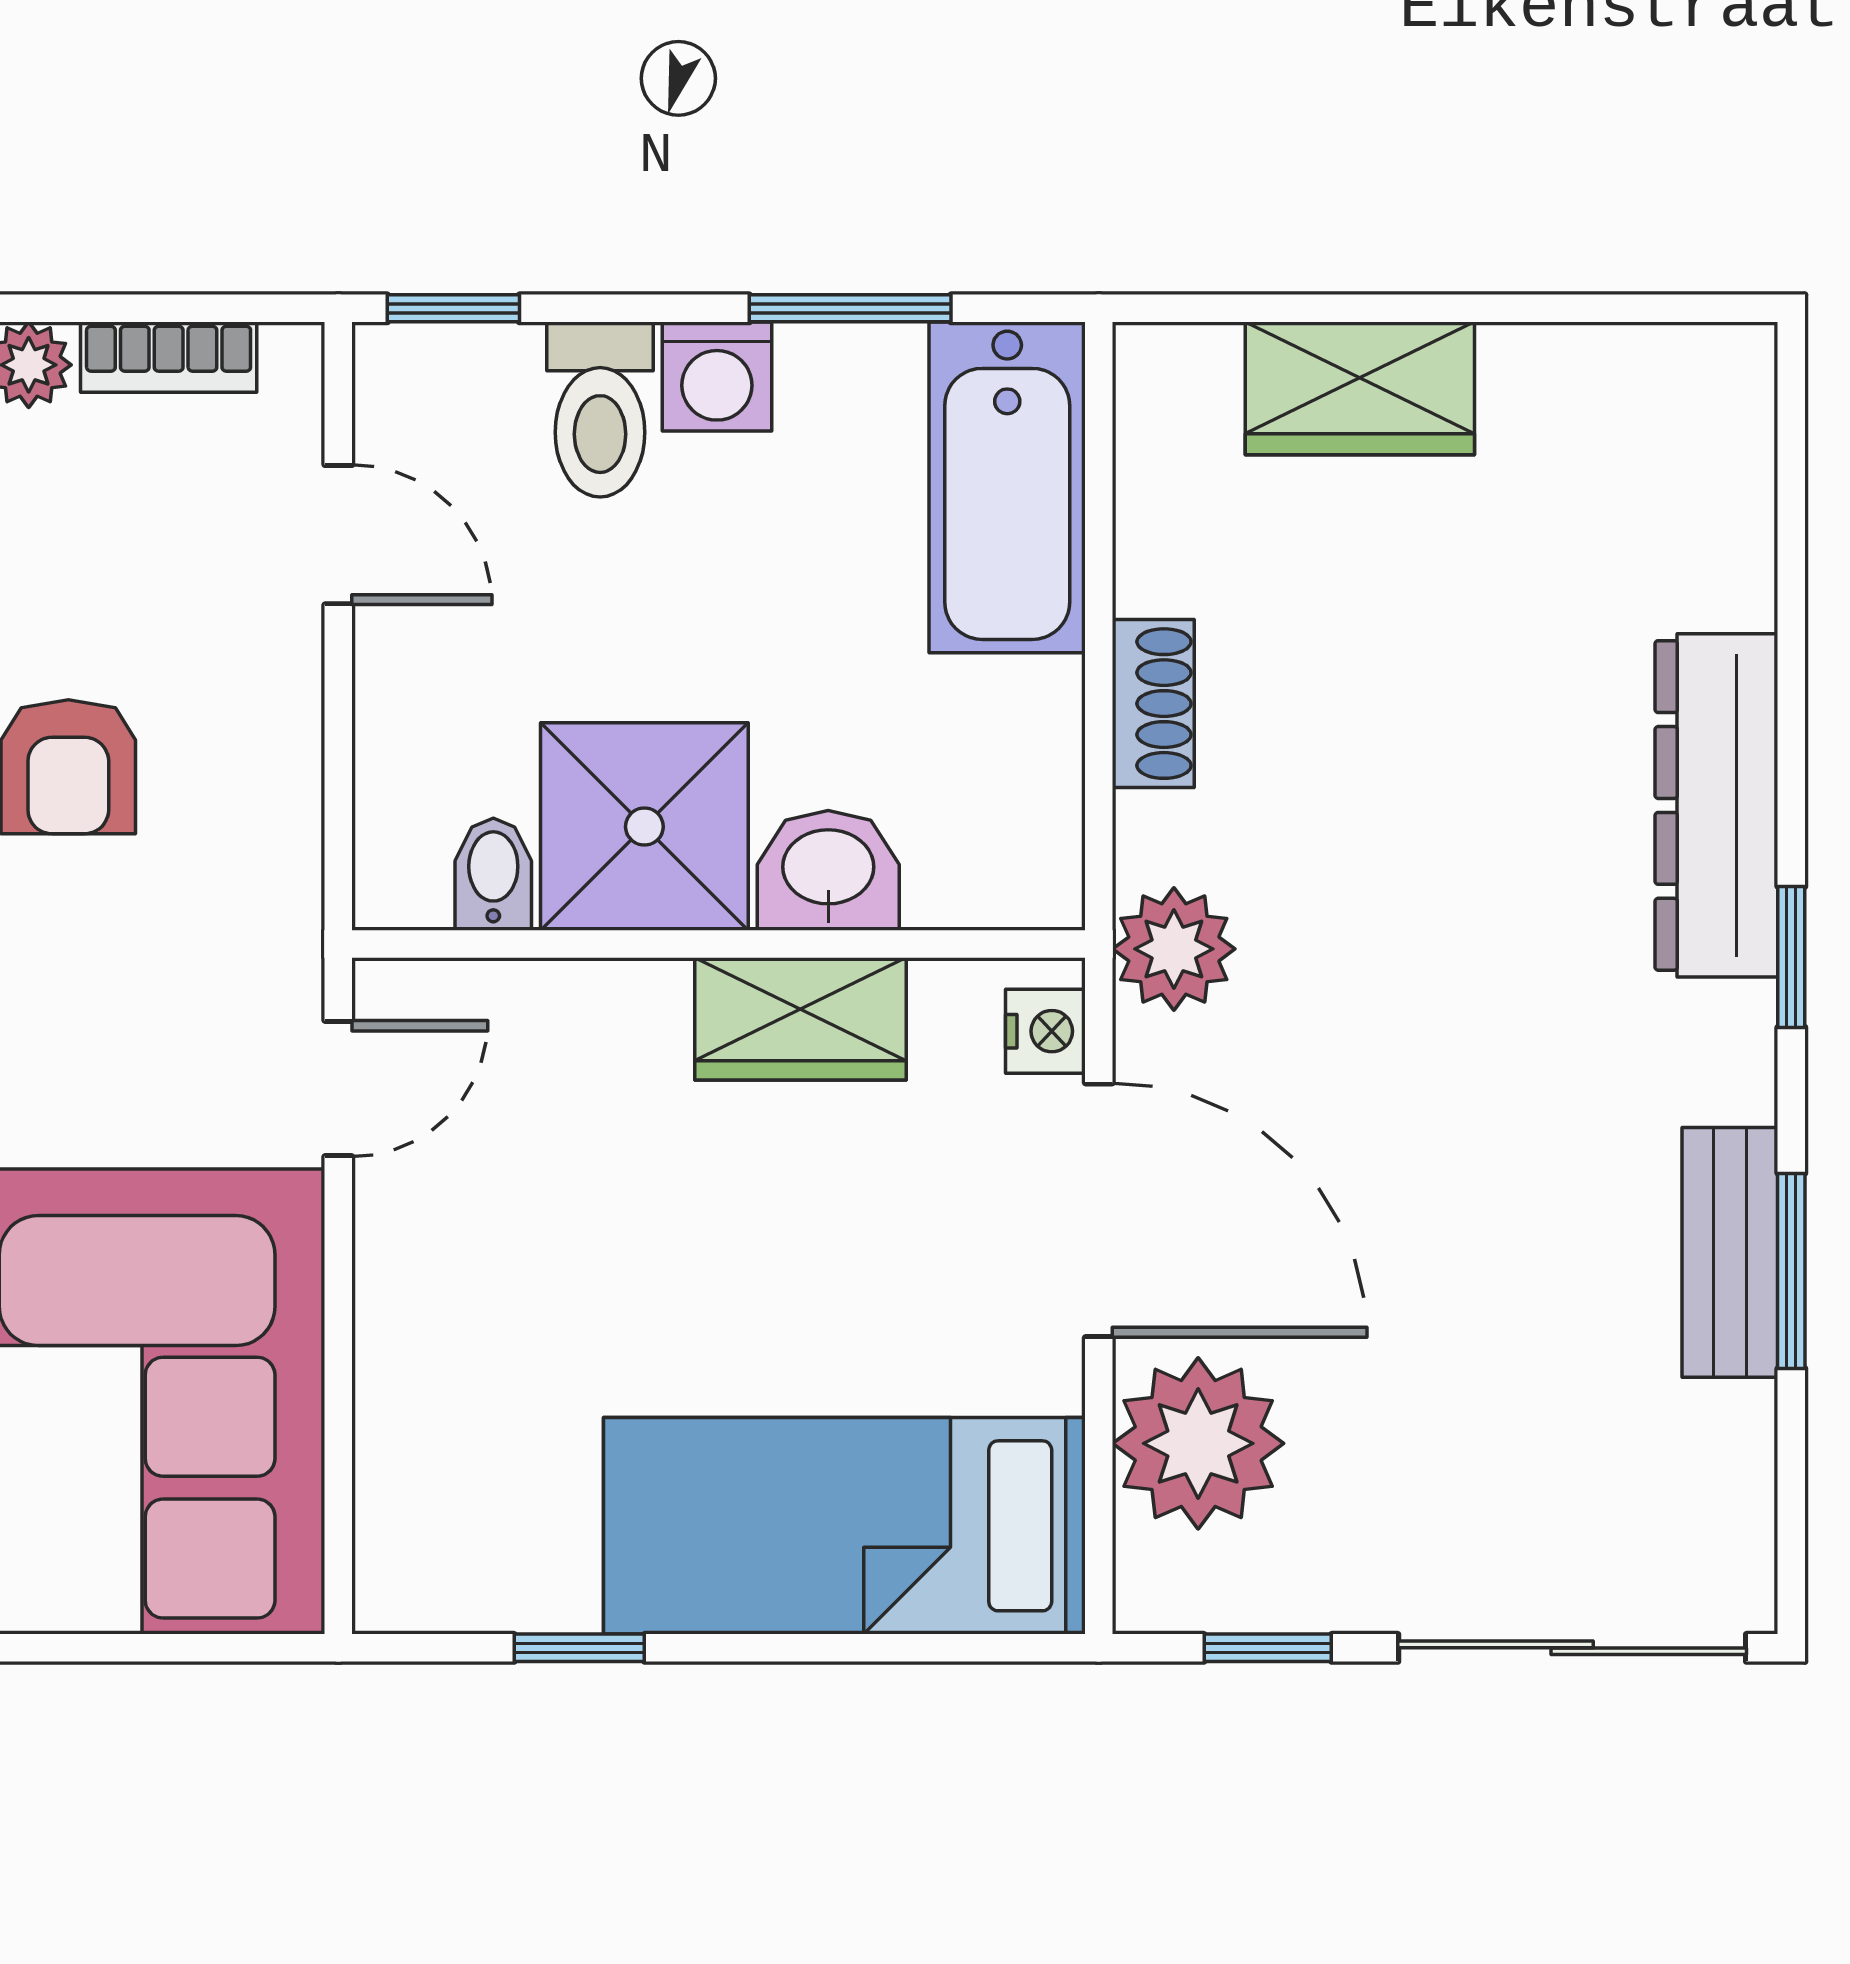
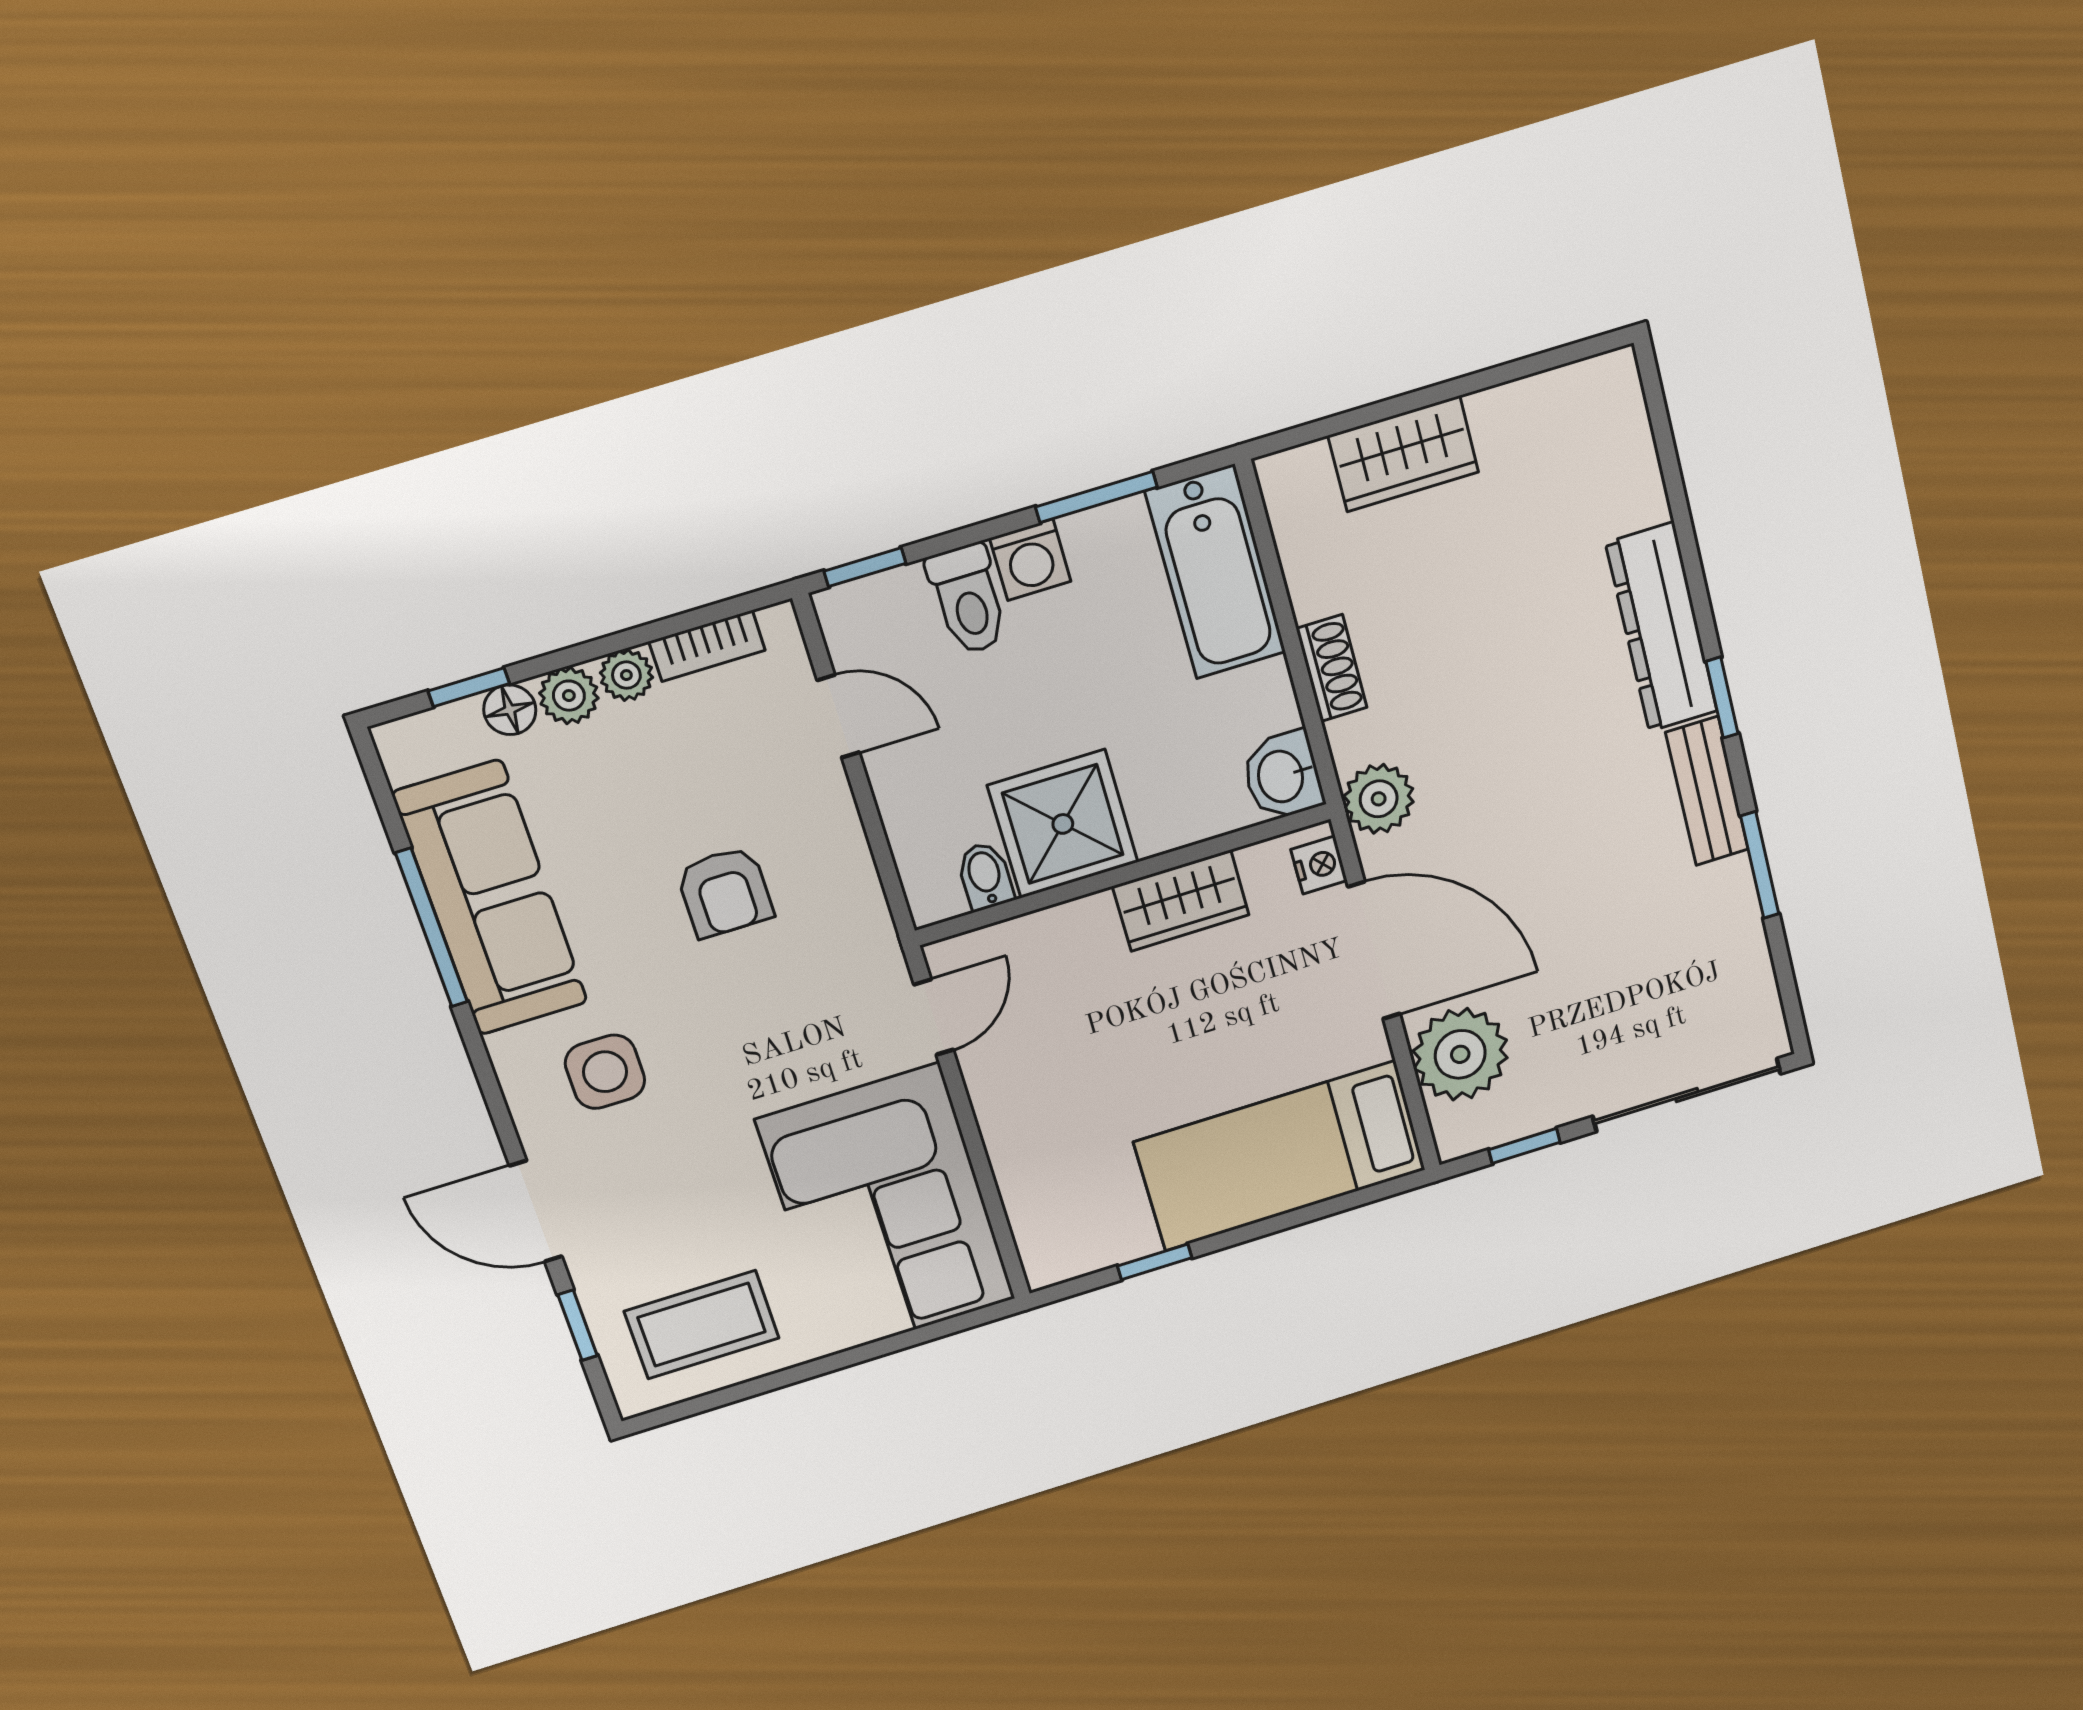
washbasin: (828, 870) -> (1283, 776), moved, turned -90
bench: (1730, 1252) -> (1707, 791), moved

